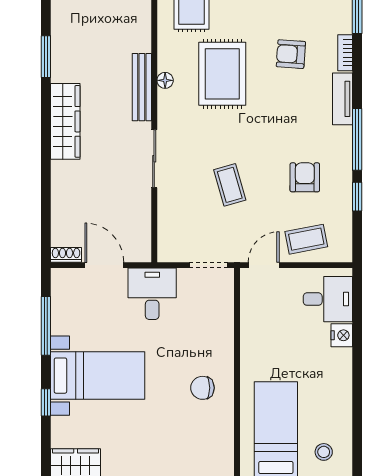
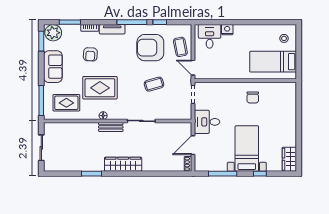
bench: (142, 87) -> (111, 127), width x0.73
armchair: (305, 177) -> (150, 48), width x1.88, depth x1.88

